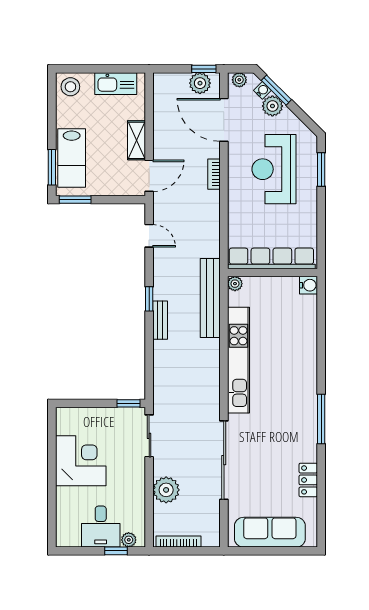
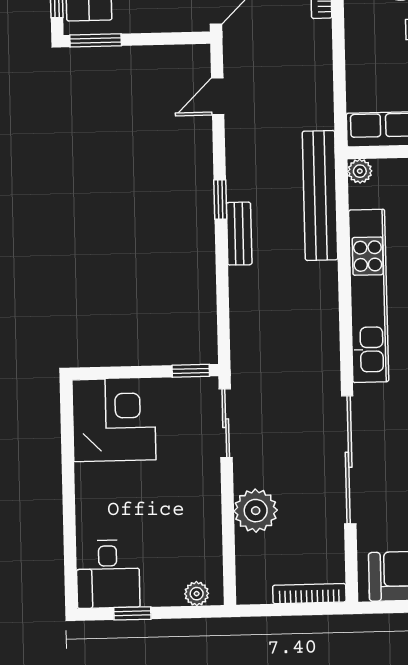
door: (149, 236) -> (218, 96), swing flipped
corner desk: (81, 461) -> (114, 420), moved
desk: (101, 527) -> (108, 574), moved
bookcase: (178, 542) -> (309, 594), moved
window: (116, 551) -> (132, 613), moved

